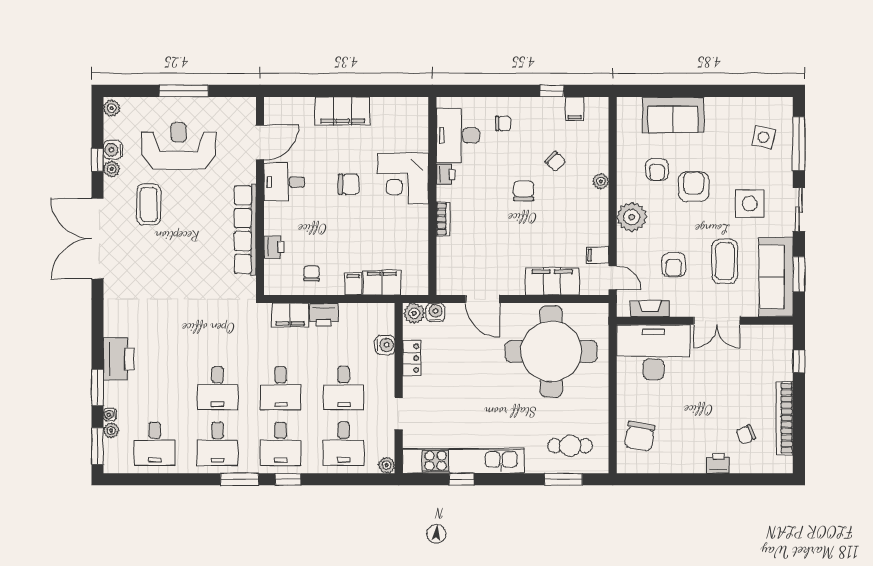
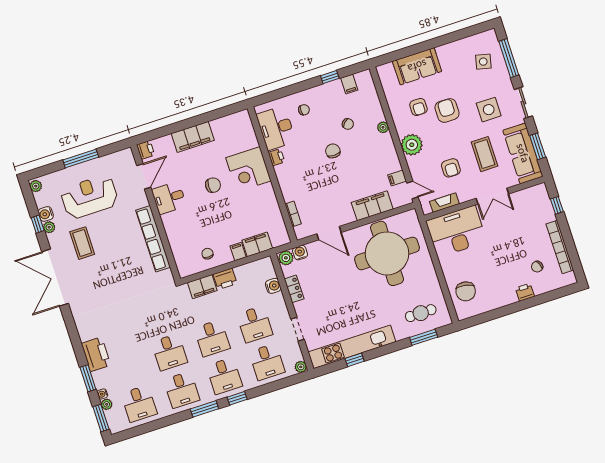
bookcase: (443, 219) -> (293, 214), moved
printer: (274, 247) -> (146, 150), moved

